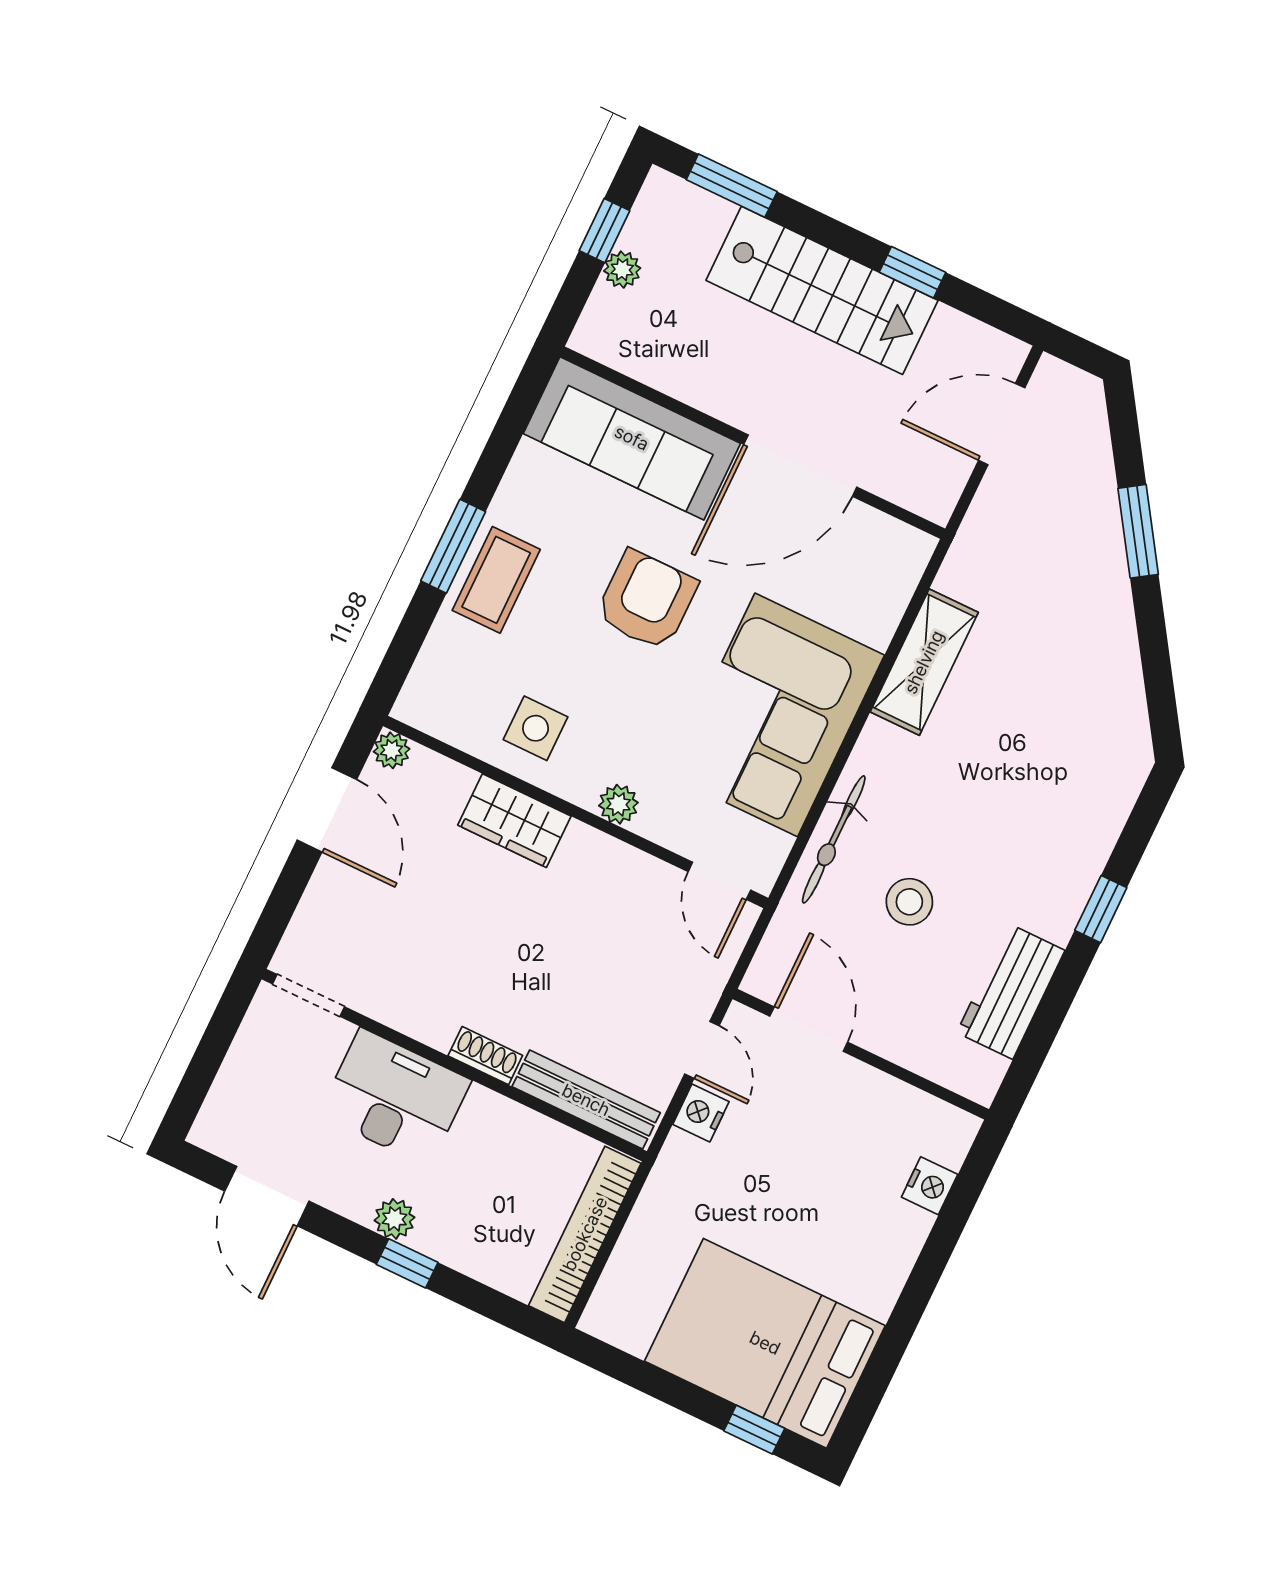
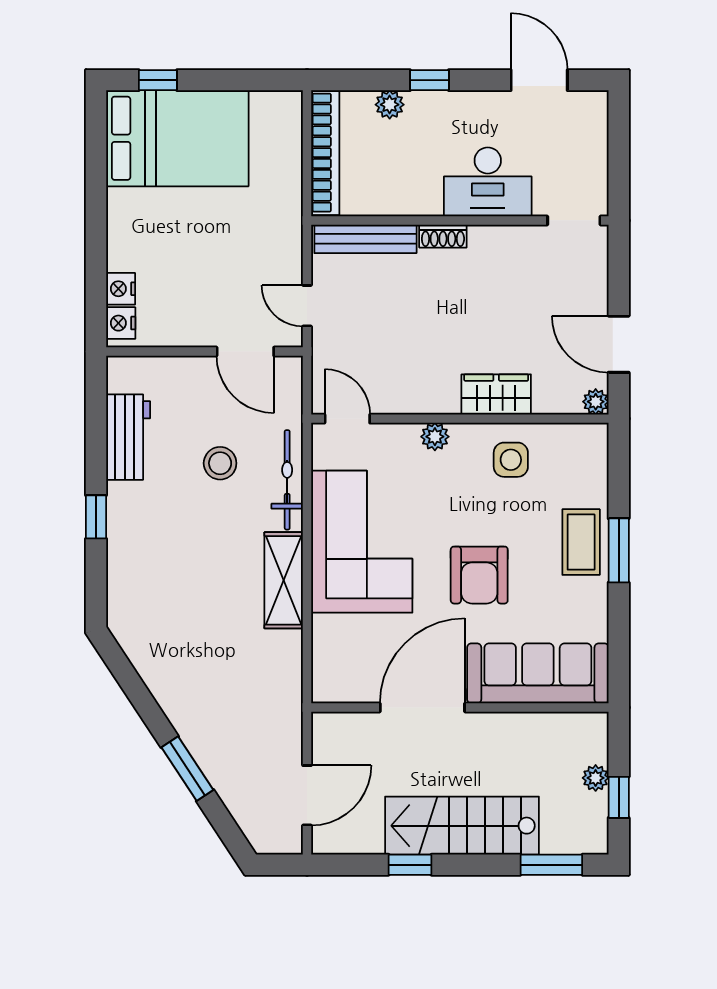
shelving: (924, 662) -> (284, 580), moved
nightstand: (701, 1113) -> (121, 323), moved, turned 180
plant: (394, 1219) -> (390, 105), moved

